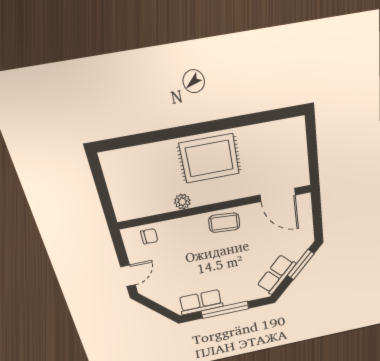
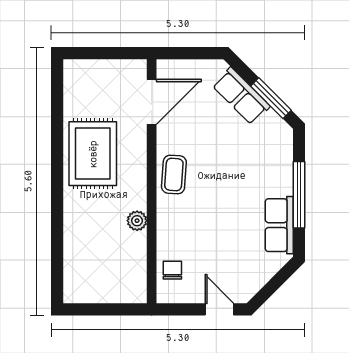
rug: (209, 159) -> (93, 154), moved
window: (301, 265) -> (271, 98), moved
row of seats: (276, 275) -> (241, 96), moved

